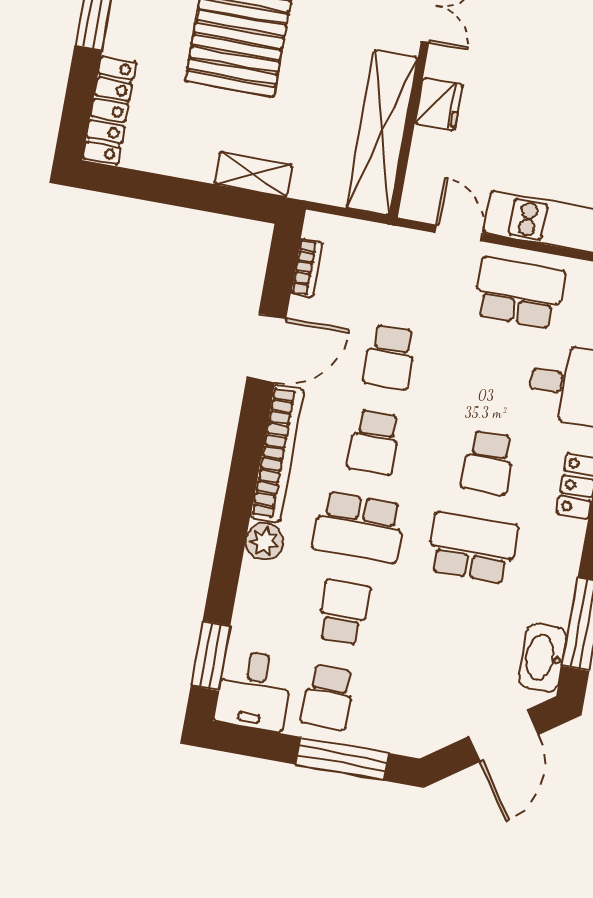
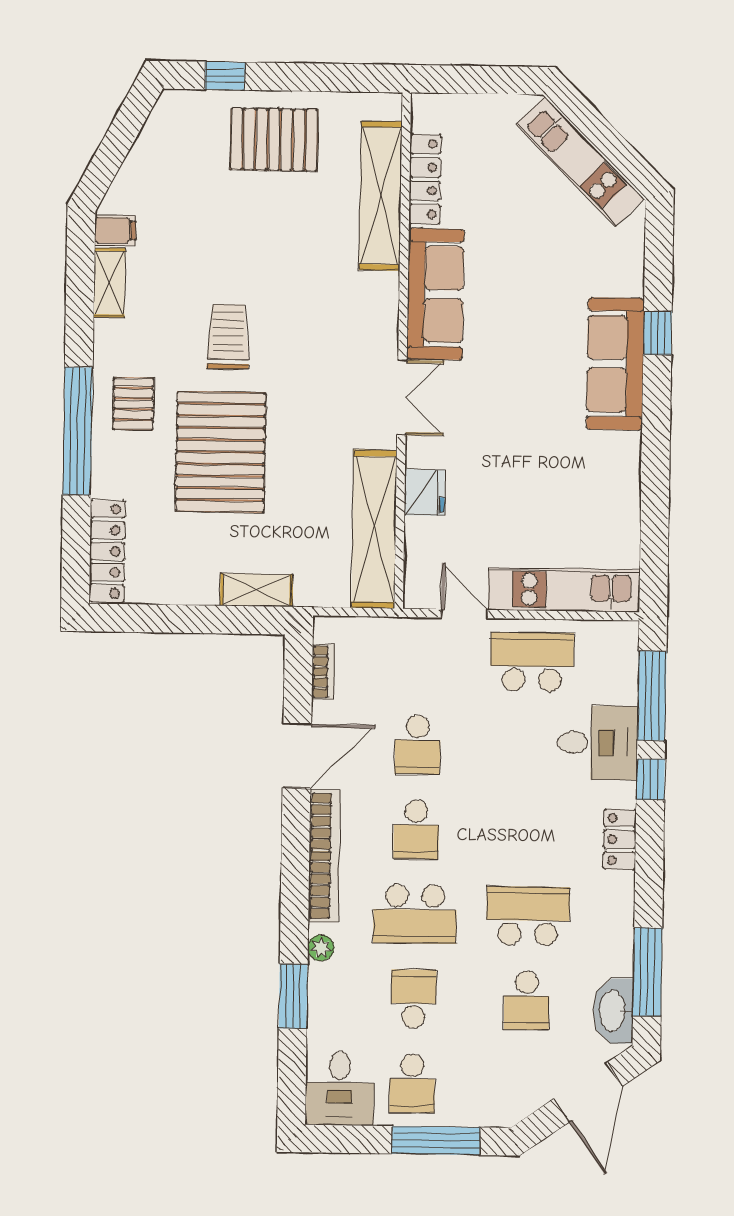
school desk: (488, 463) -> (527, 1001), moved
plant: (264, 541) -> (321, 948), width x0.73, depth x0.73
window: (211, 656) -> (293, 996), moved

